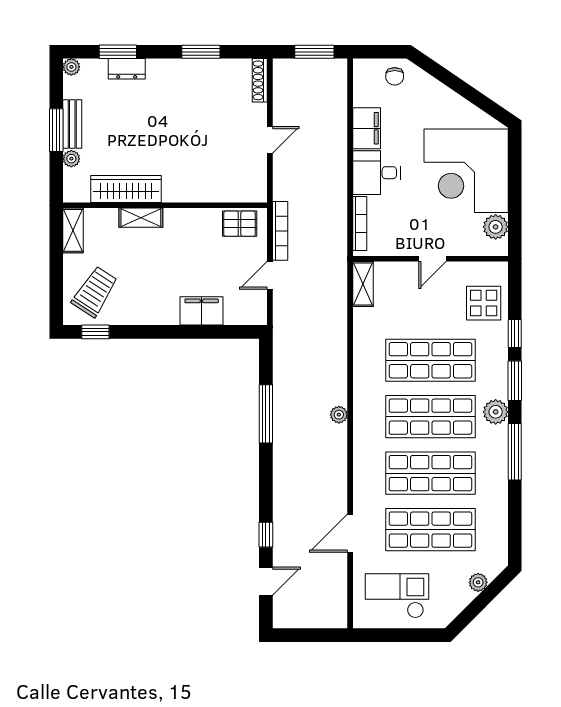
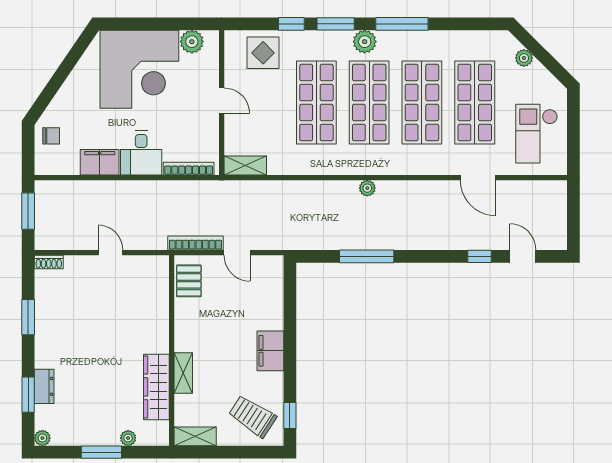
shoe rack: (260, 80) -> (49, 262), width x0.70
bench: (72, 124) -> (96, 437), removed
filing cabinet: (202, 311) -> (270, 351), moved

